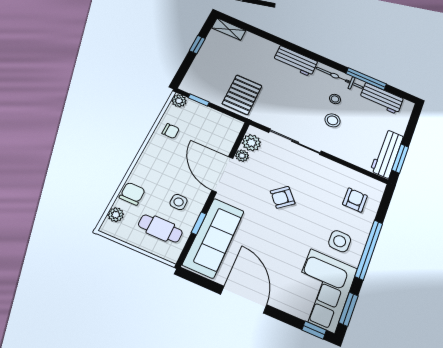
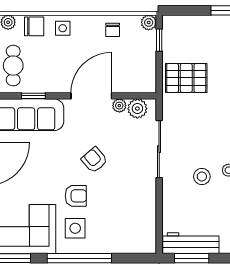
armchair: (355, 200) -> (76, 196), moved
side table: (179, 202) -> (63, 28), moved

